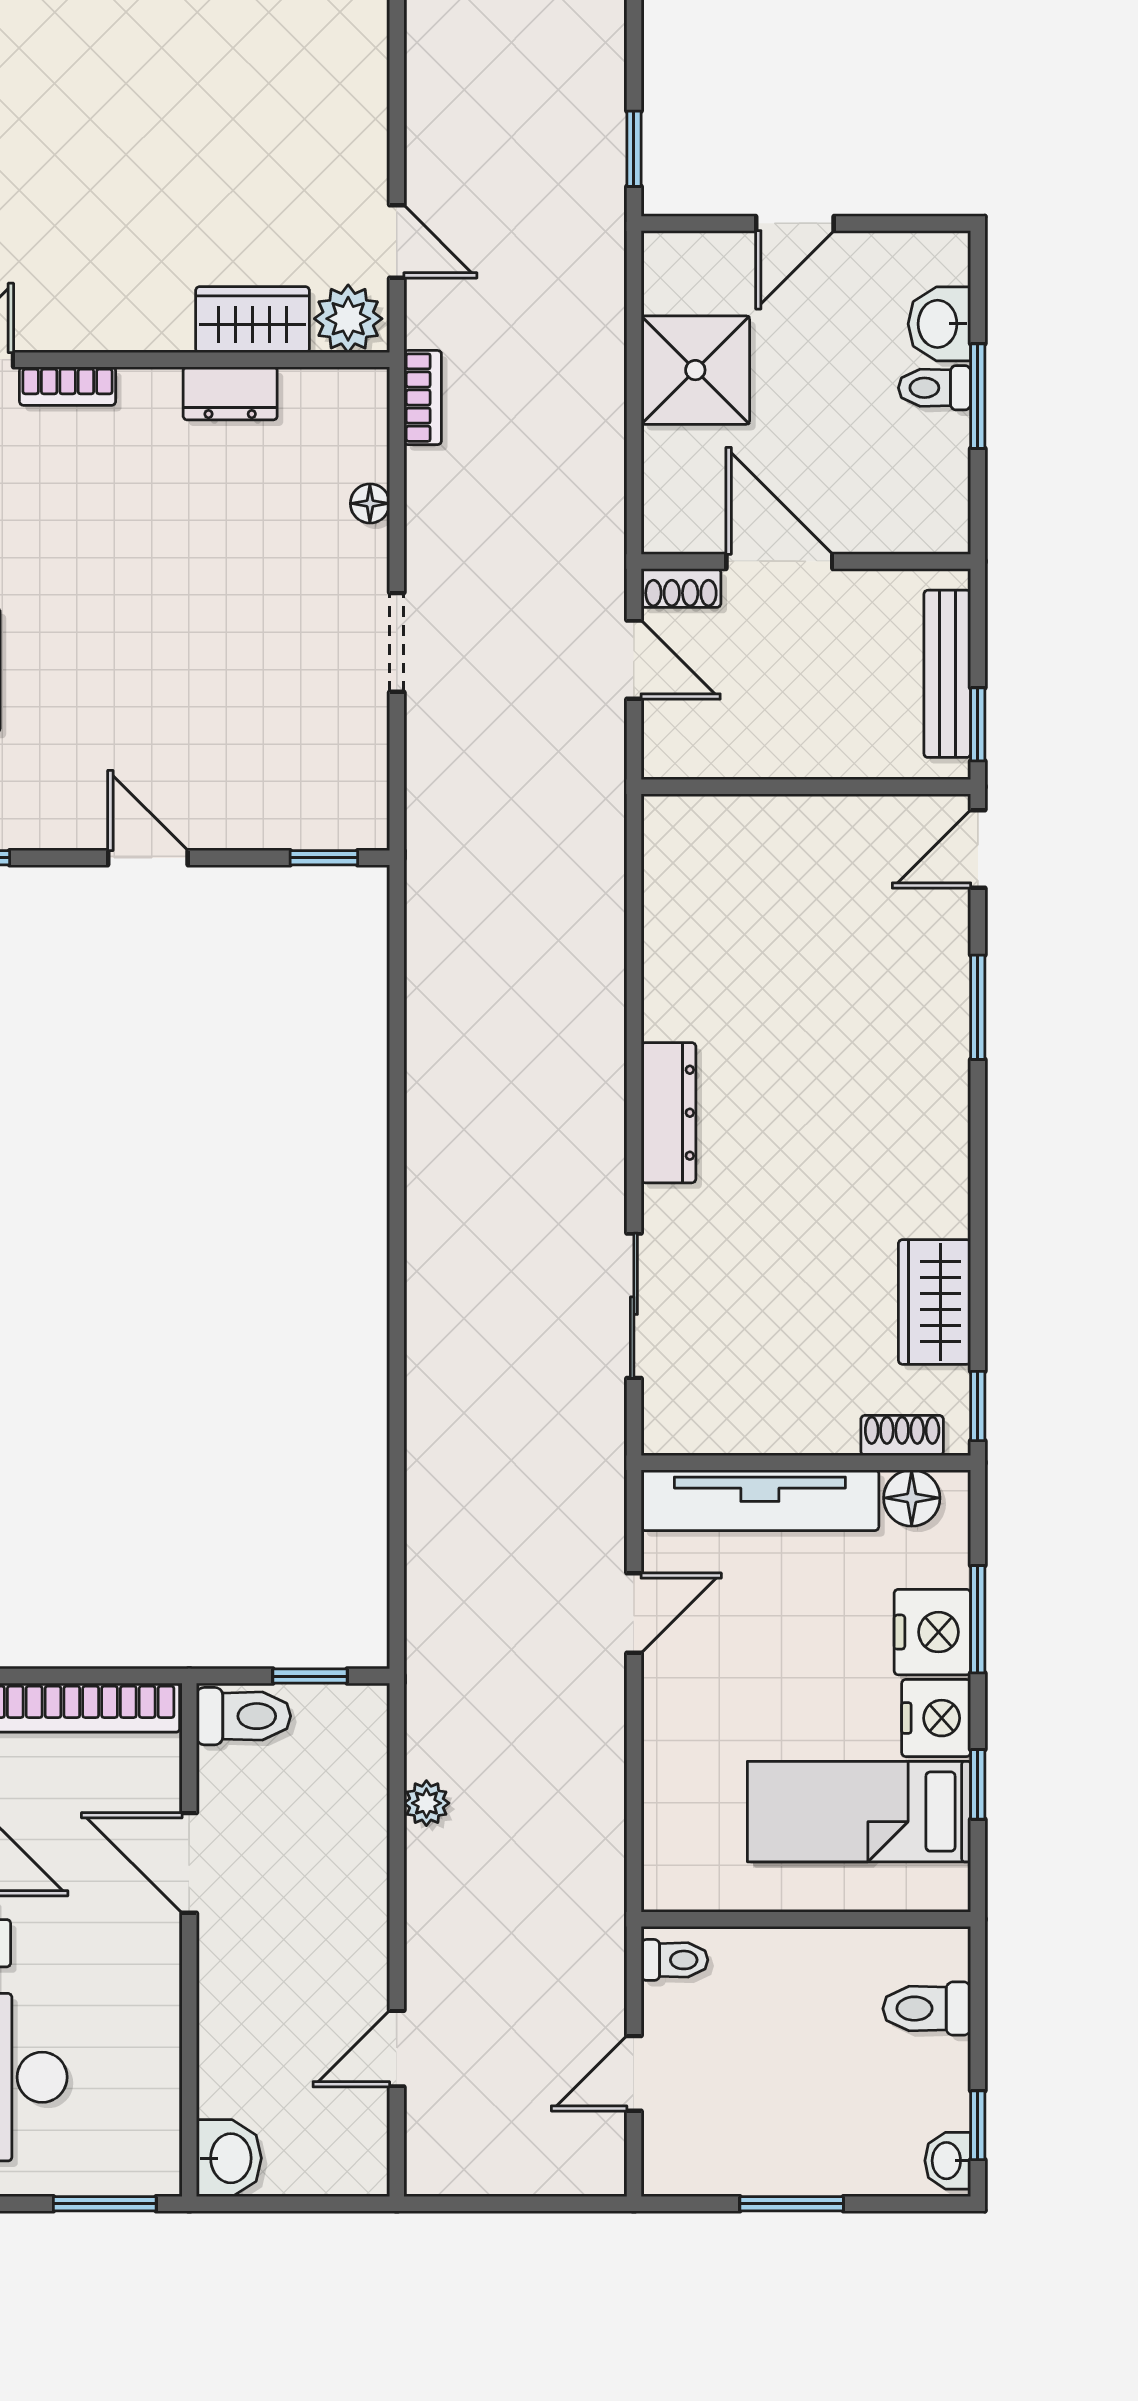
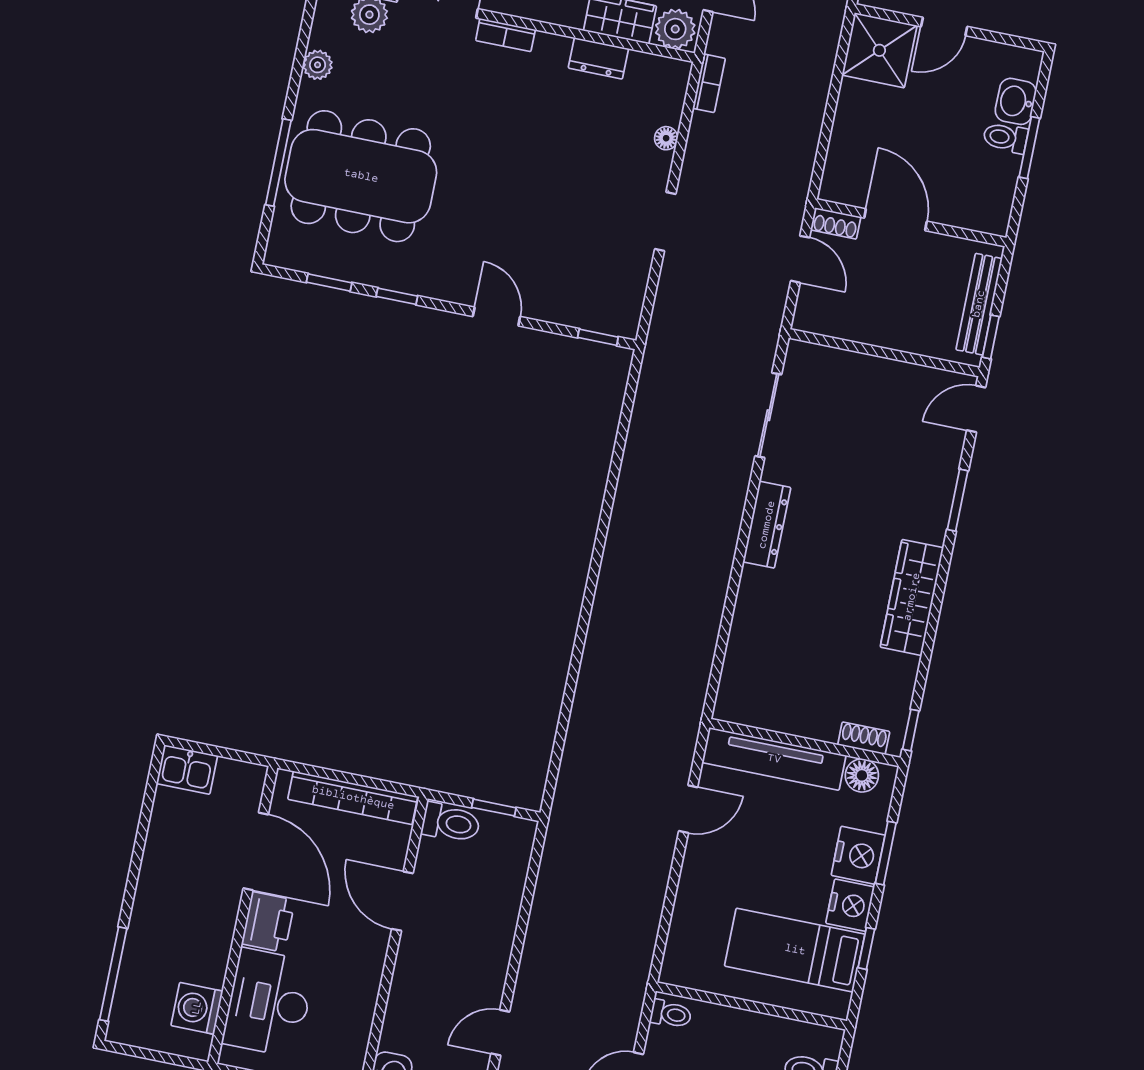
shower: (695, 370) -> (879, 50), moved
wardrobe: (935, 1302) -> (912, 597), moved, width x1.50
sliding door: (634, 1306) -> (768, 415), moved
plant: (426, 1803) -> (546, 894), removed

